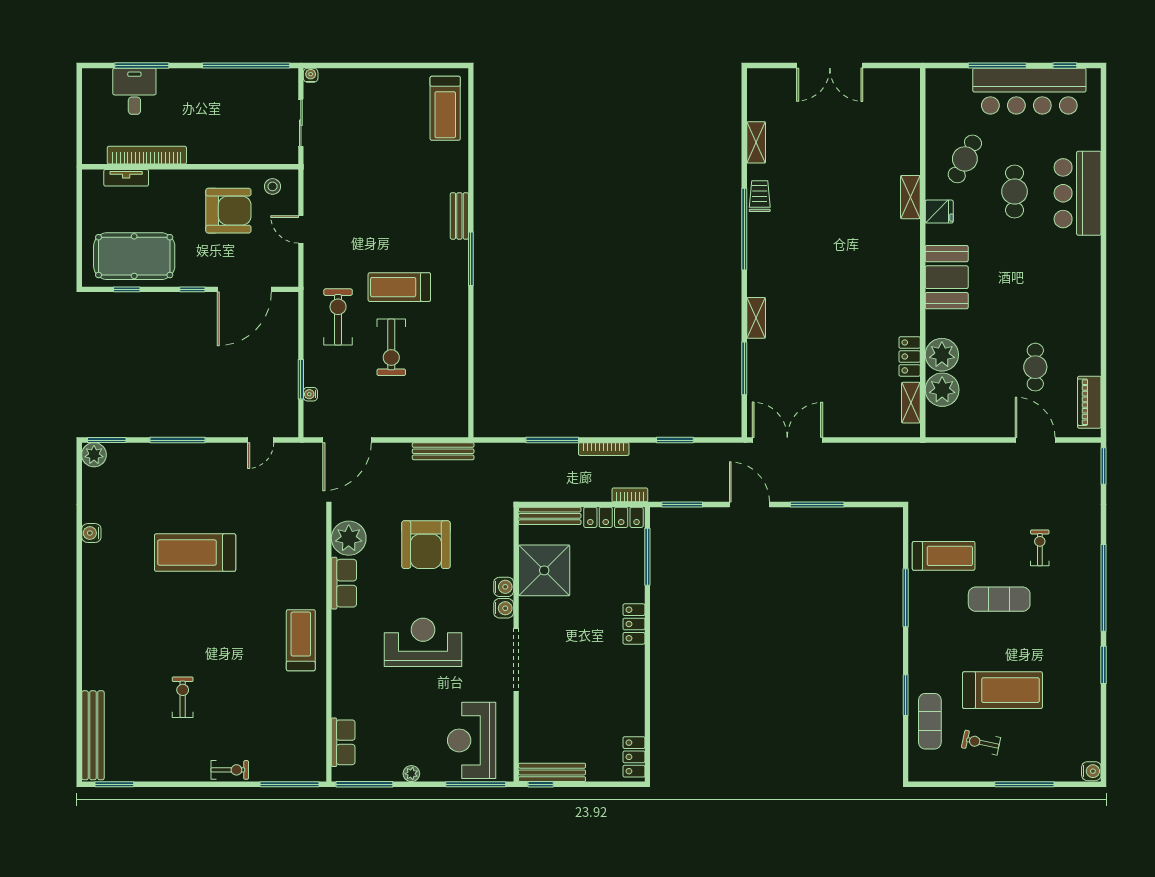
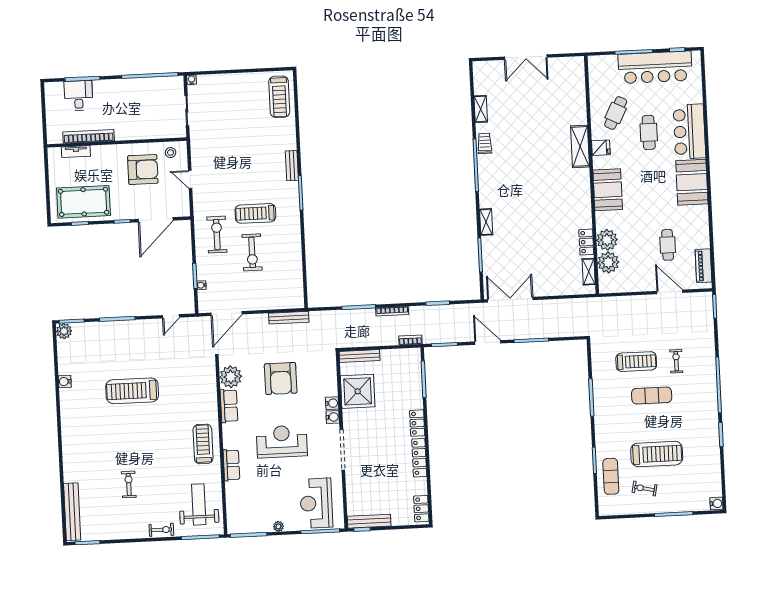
shelving: (910, 197) -> (580, 146), width x1.50, depth x1.33
booth: (1078, 272) -> (692, 182), added
locker: (613, 517) -> (419, 458), moved, turned 90
treadmill: (944, 556) -> (636, 362), moved
weight bench: (289, 733) -> (199, 504), added
row of seats: (343, 742) -> (231, 465), moved

